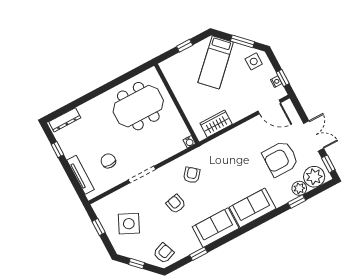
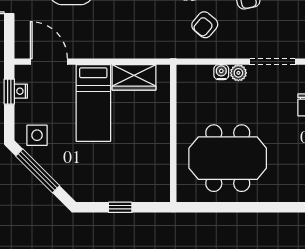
window: (243, 41) -> (38, 171), width x1.44
bed: (216, 62) -> (93, 103), moved, turned 135
water cooler: (189, 142) -> (221, 72), moved
plant: (158, 158) -> (238, 73), added

